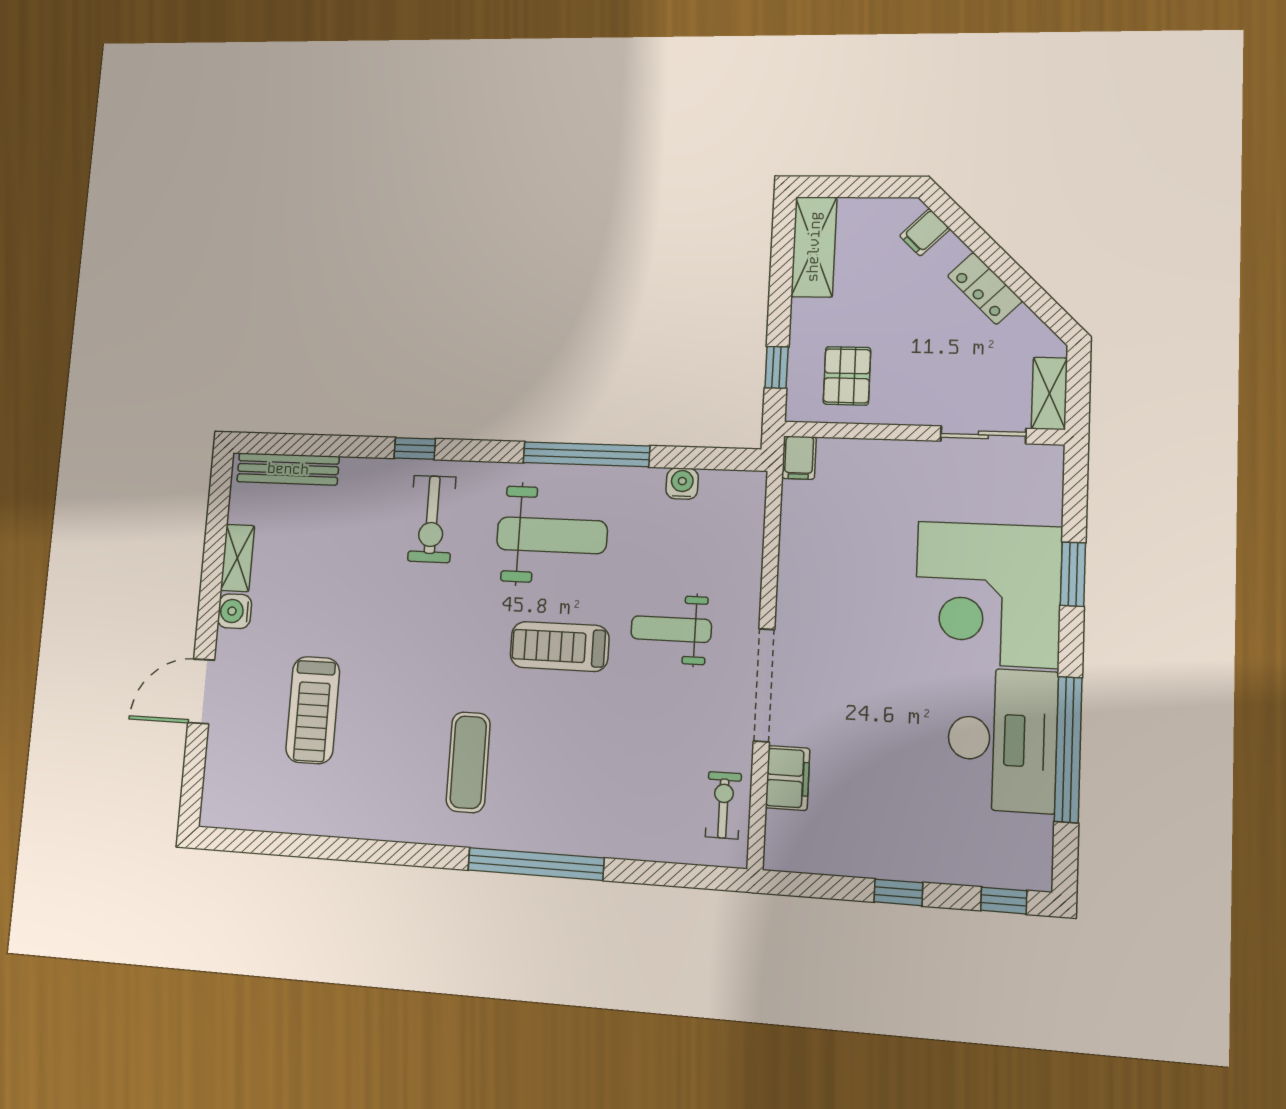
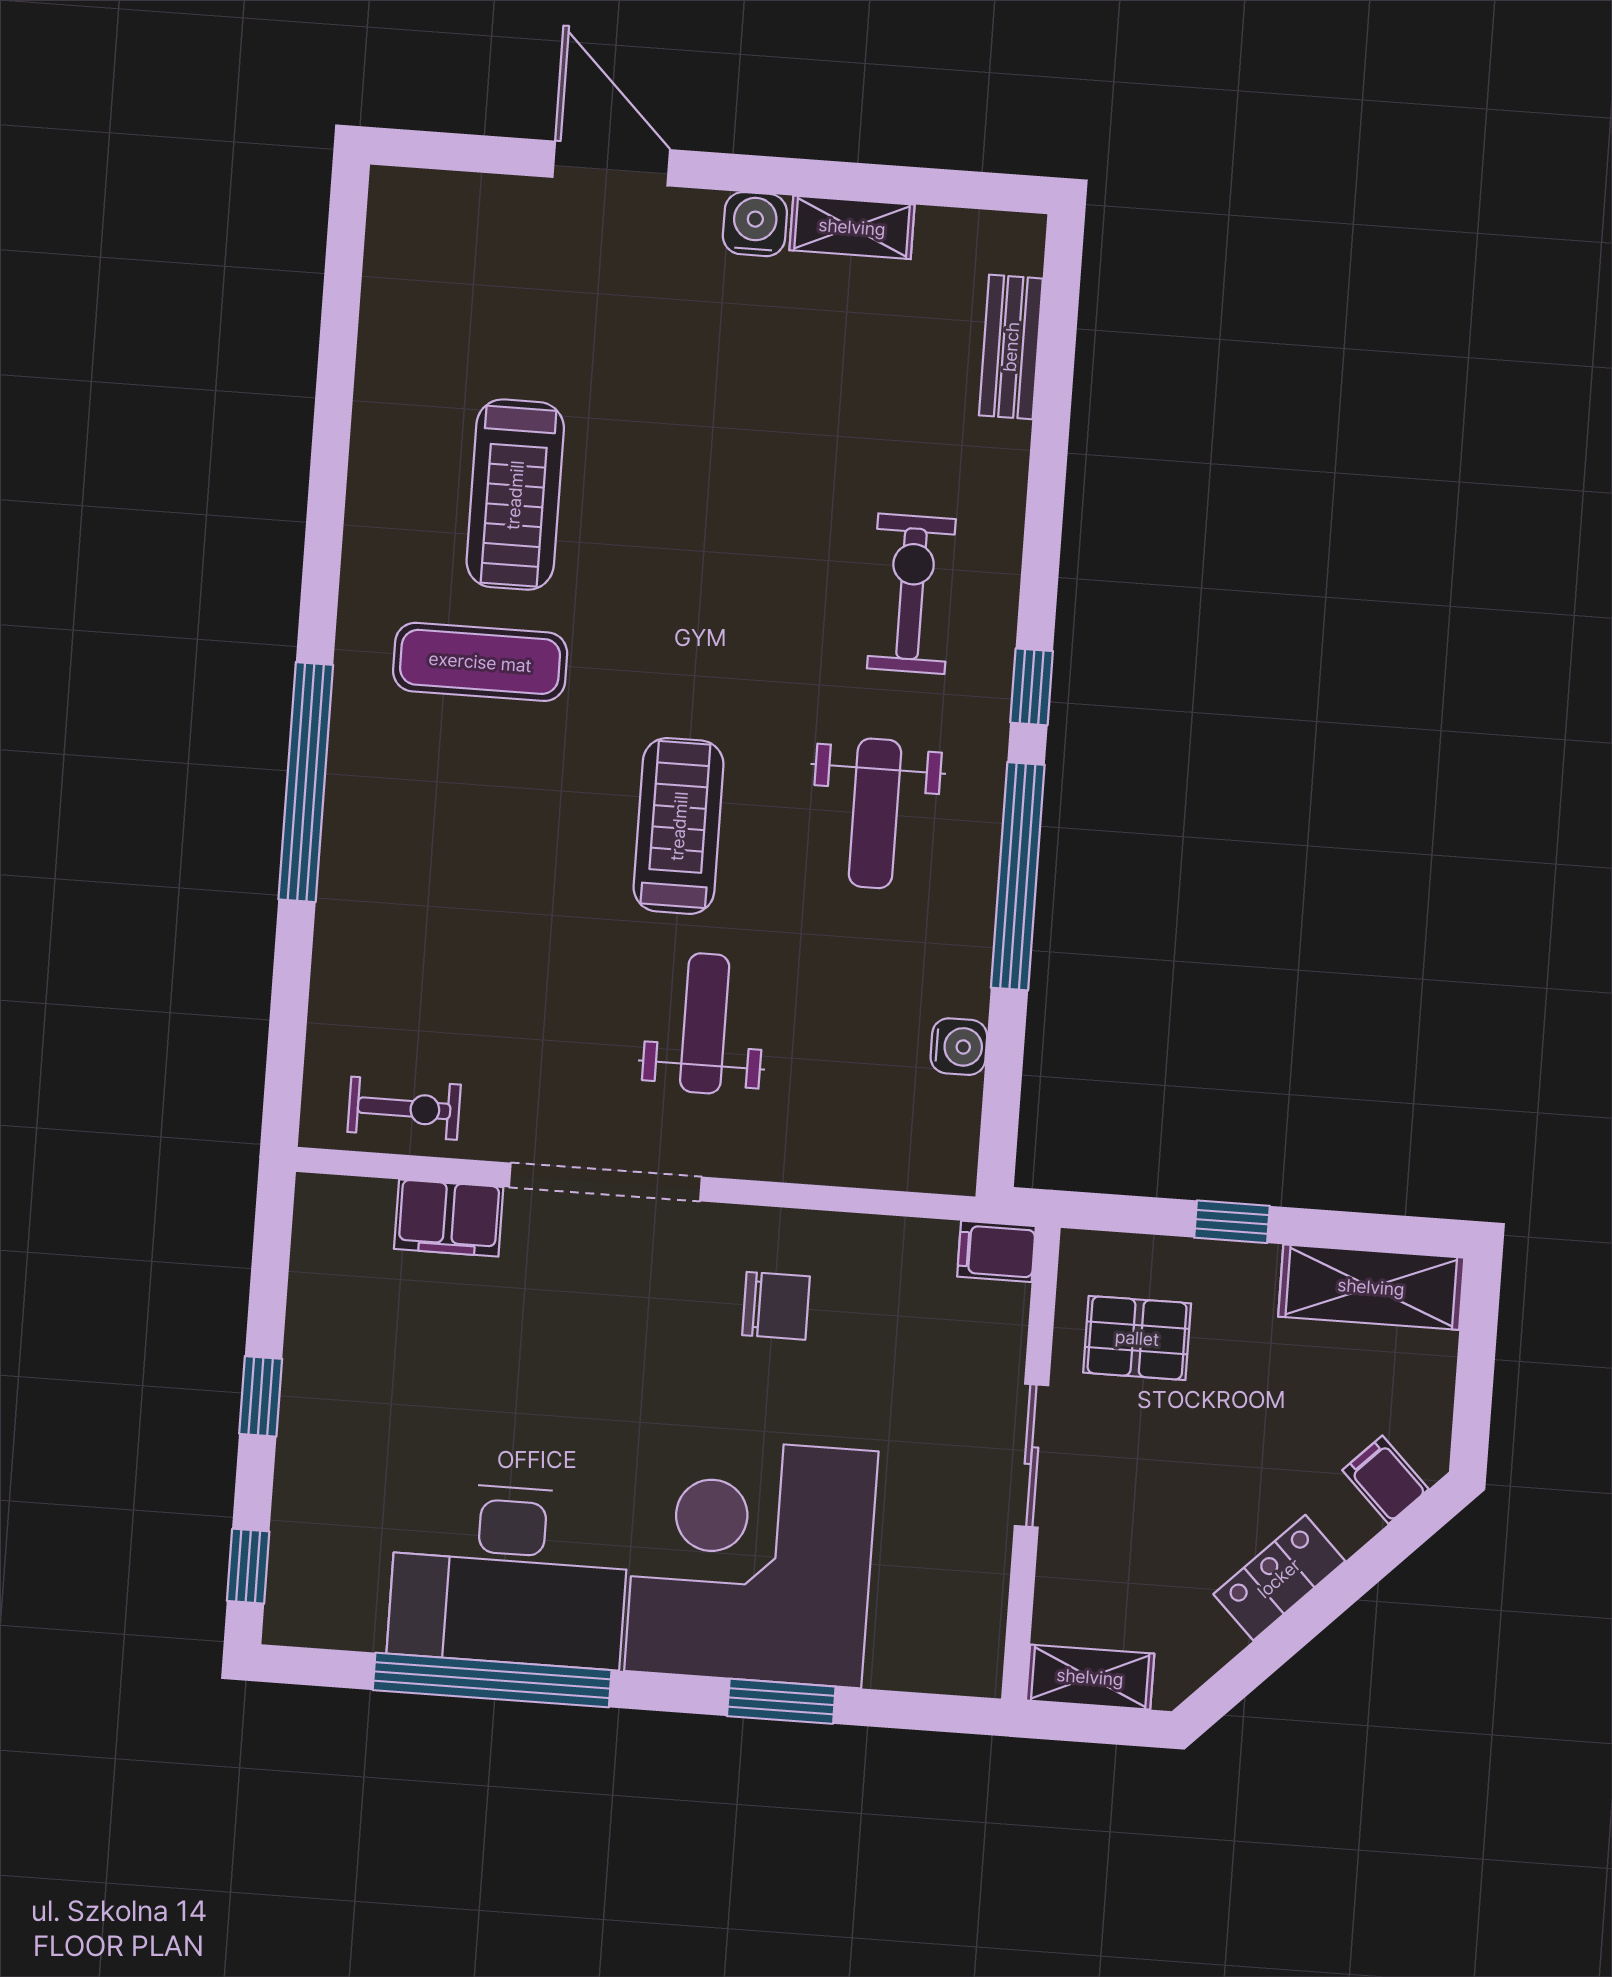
window: (777, 367) -> (1232, 1222), moved
sliding door: (983, 435) -> (1031, 1456), moved
window: (415, 449) -> (1032, 687), moved
bench: (288, 469) -> (1011, 347), width x0.73
exercise bike: (432, 519) -> (911, 594), turned 90
weight bench: (552, 535) -> (875, 813), width x0.73, depth x0.75
chair: (834, 584) -> (776, 1306), added
treadmill: (313, 710) -> (515, 495), moved, turned -90

